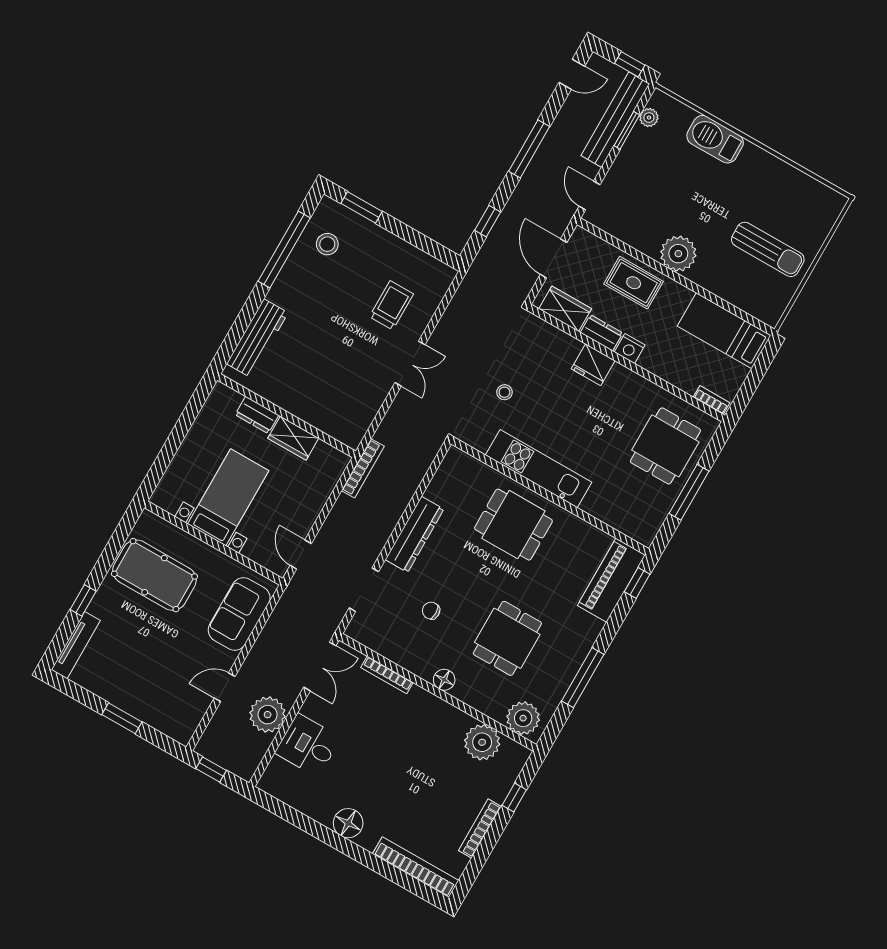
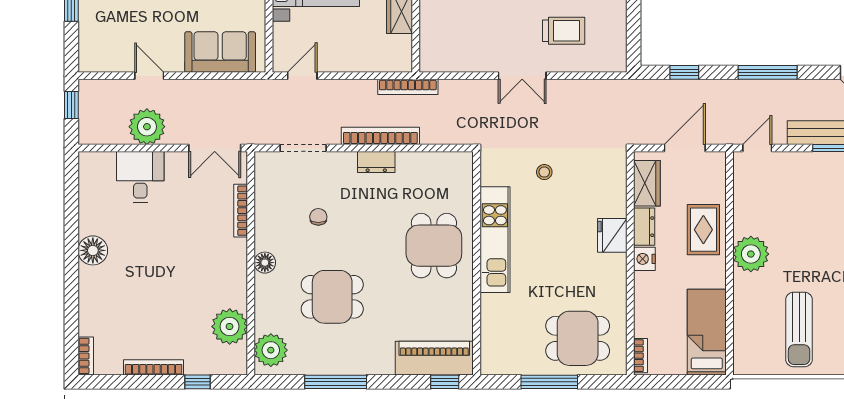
bookcase: (392, 517) -> (380, 136), added
dresser: (414, 534) -> (376, 162), width x0.51, depth x0.80
bookcase: (416, 867) -> (86, 356), width x0.43, depth x0.76

